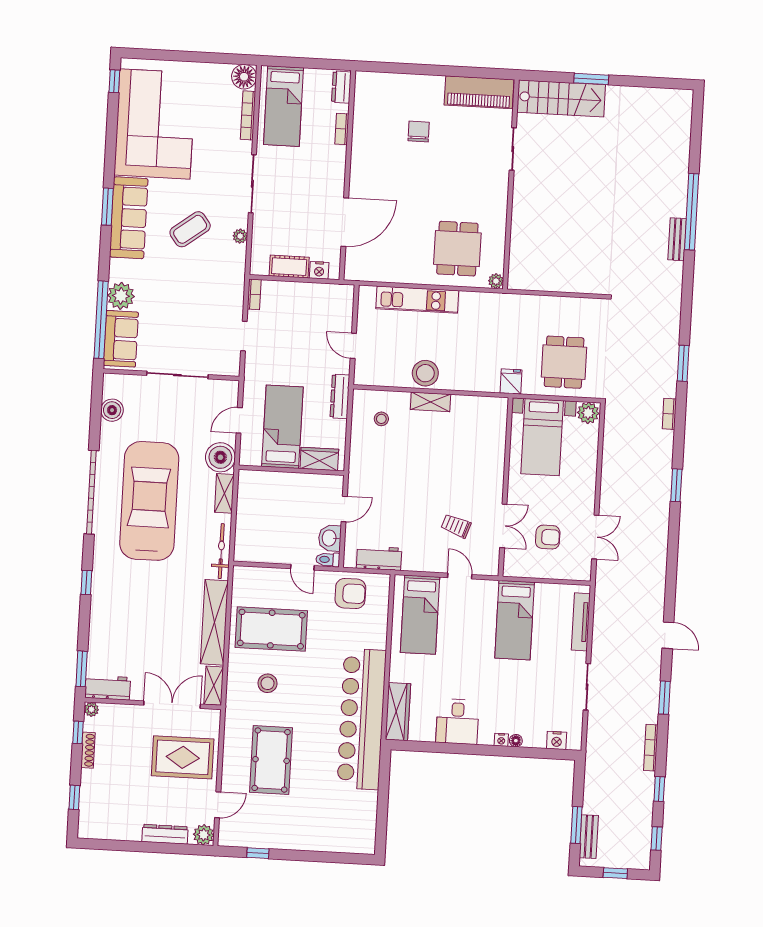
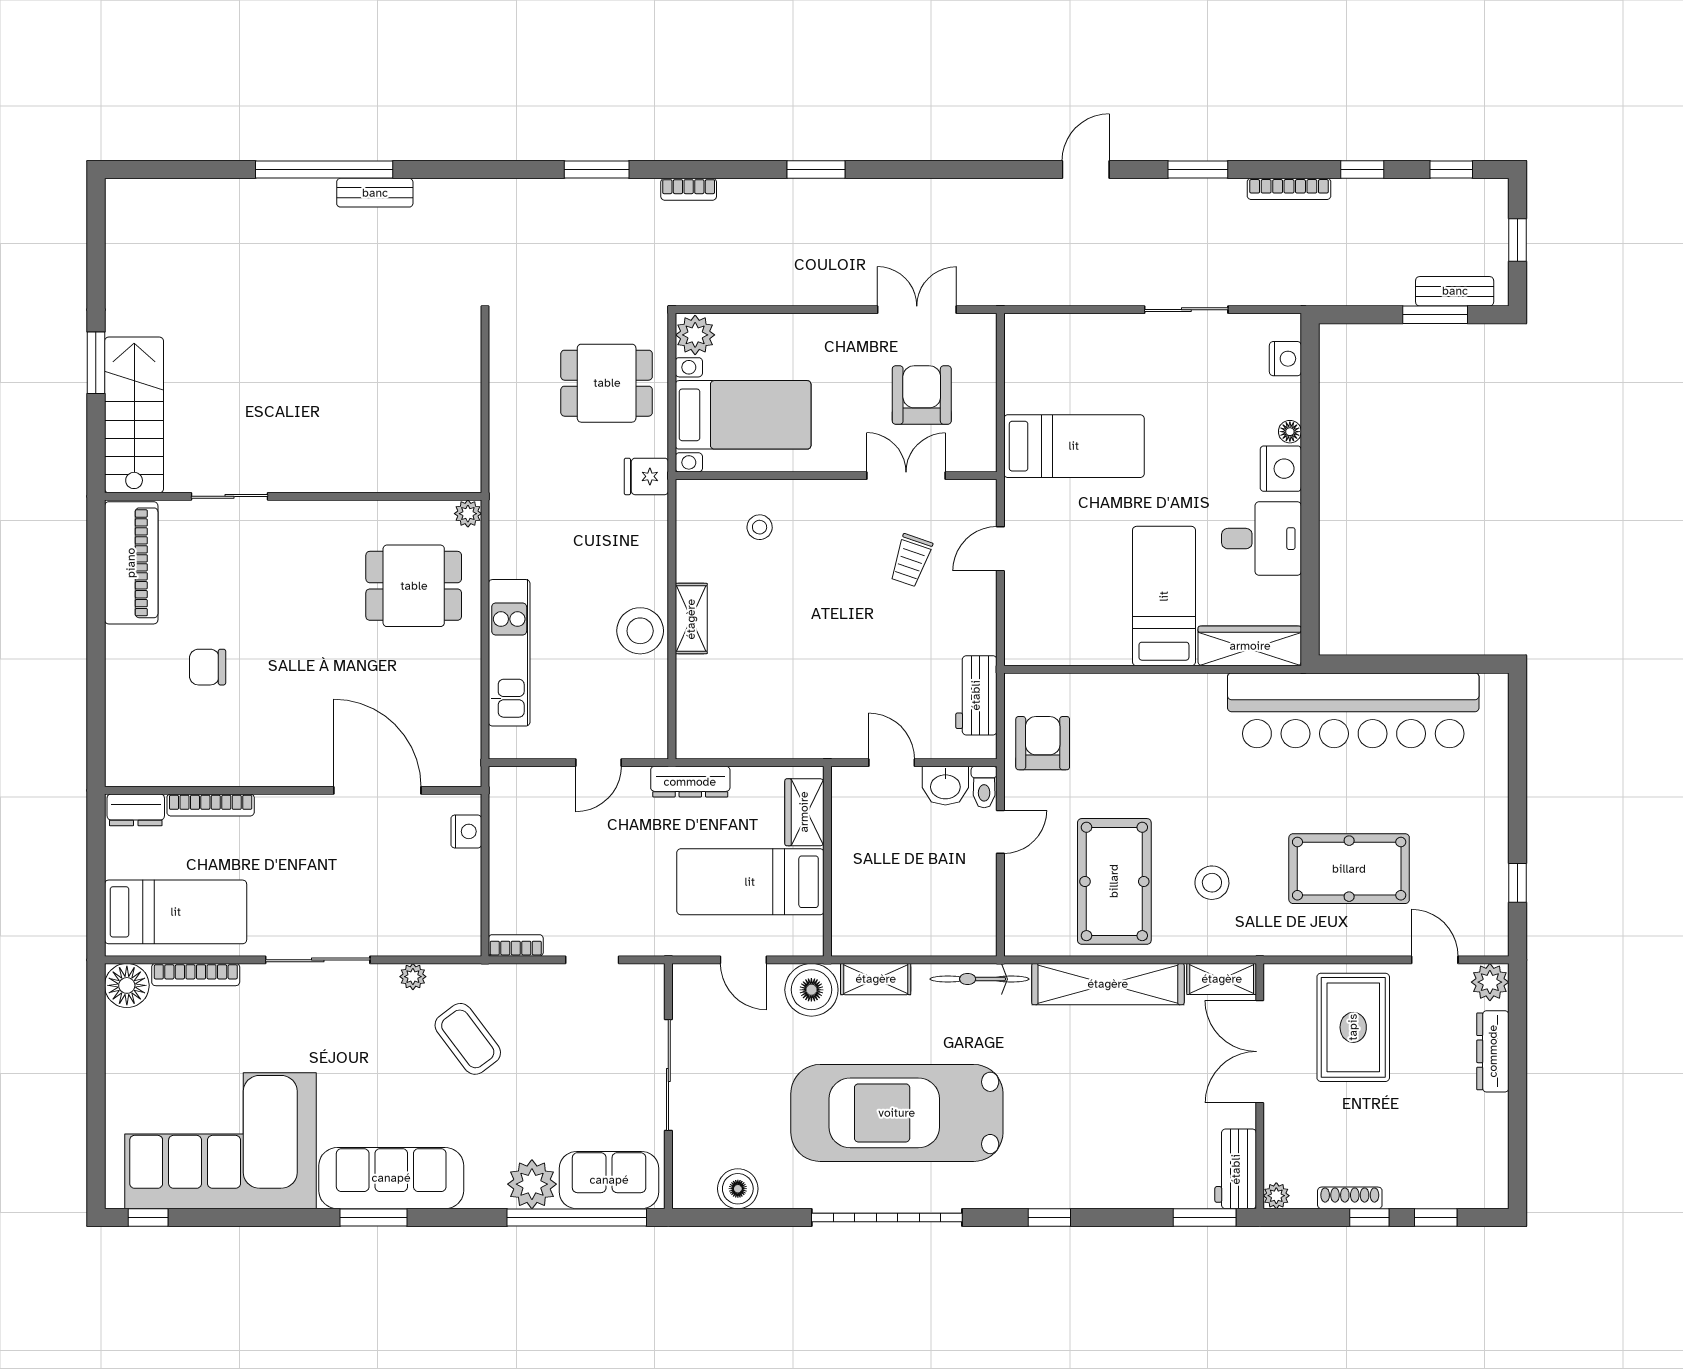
bookcase: (342, 129) -> (211, 805), width x1.56
coffee table: (190, 229) -> (468, 1039), moved
cot: (289, 267) -> (463, 886), removed
stool: (381, 419) -> (760, 527), moved
armchair: (548, 537) -> (922, 395), width x1.38, depth x1.38
bed: (420, 615) -> (1164, 596), moved, turned -90
tv unit: (581, 622) -> (1070, 327), removed
bar counter: (362, 719) -> (1353, 710), moved
window: (78, 732) -> (1369, 1217), moved
nightstand: (501, 740) -> (1281, 469), width x1.89, depth x1.79

